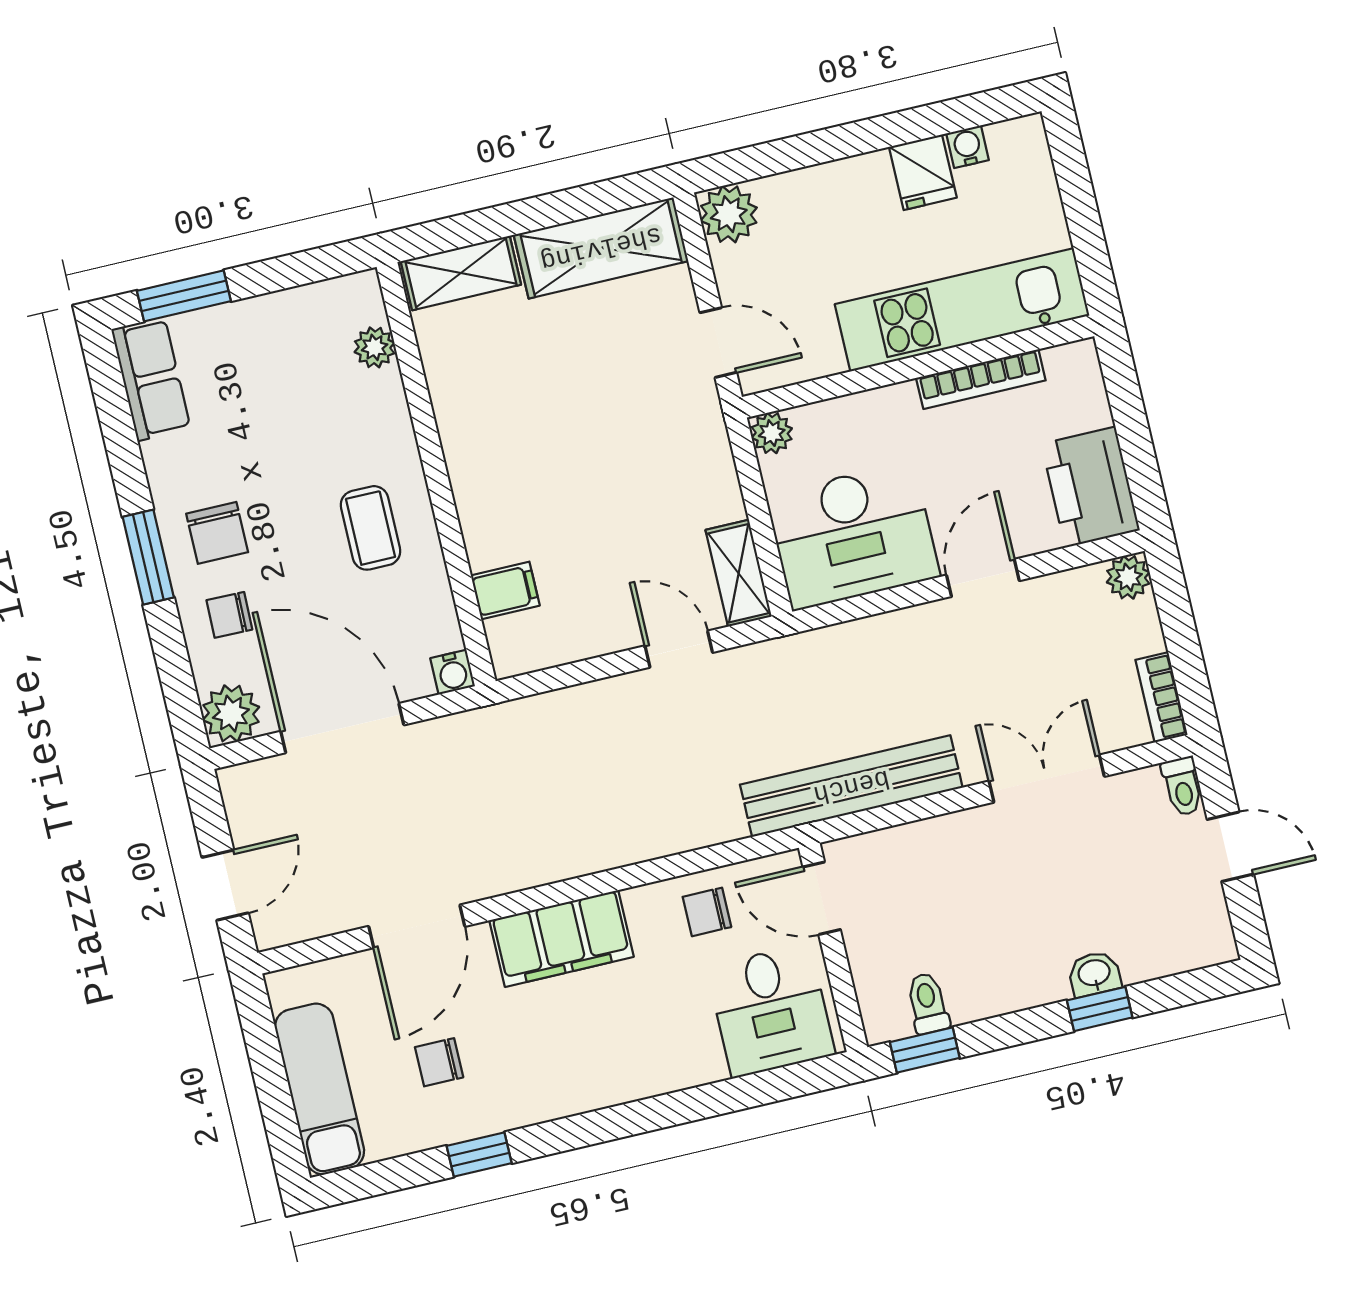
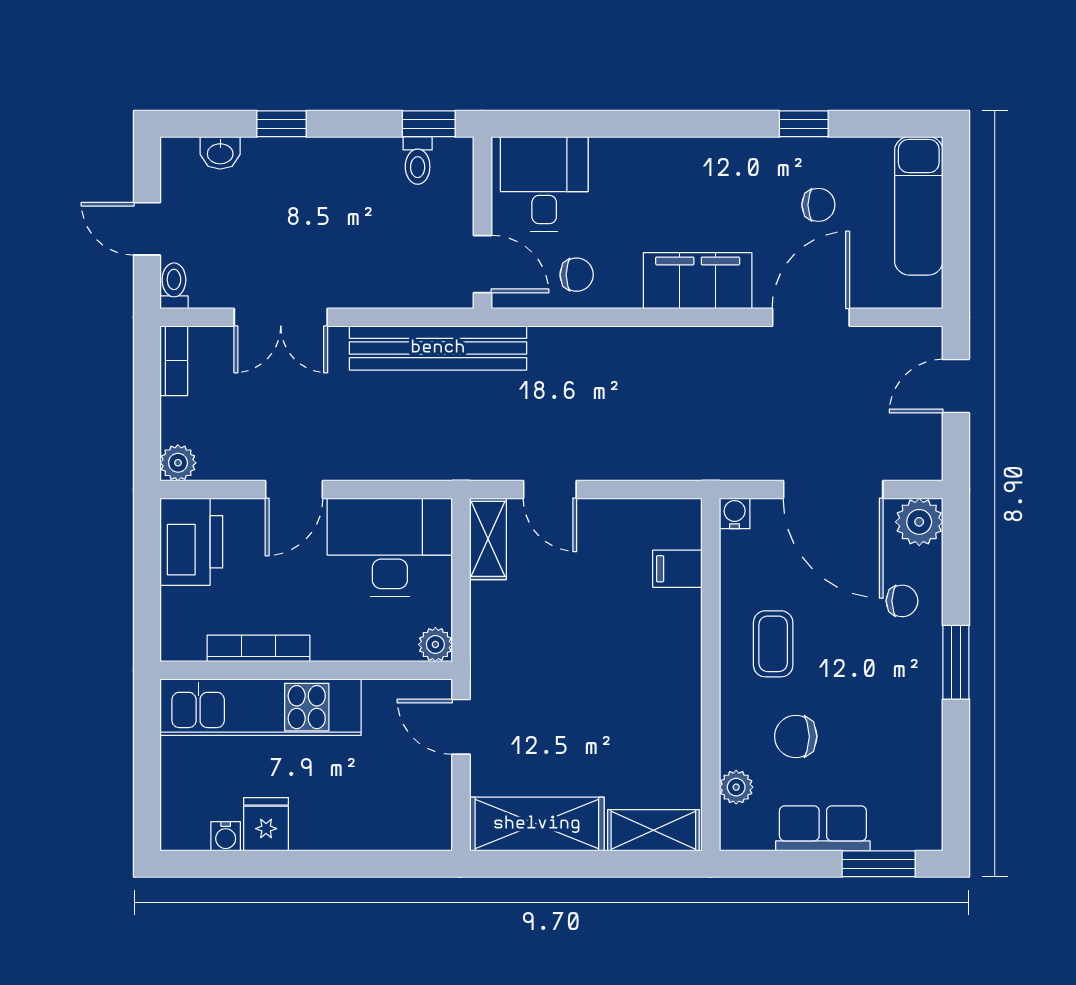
plant: (729, 214) -> (429, 827), removed
row of seats: (151, 379) -> (823, 828), moved, turned 90
chair: (217, 533) -> (796, 736), moved, turned -90
washbasin: (1094, 974) -> (220, 153), moved

